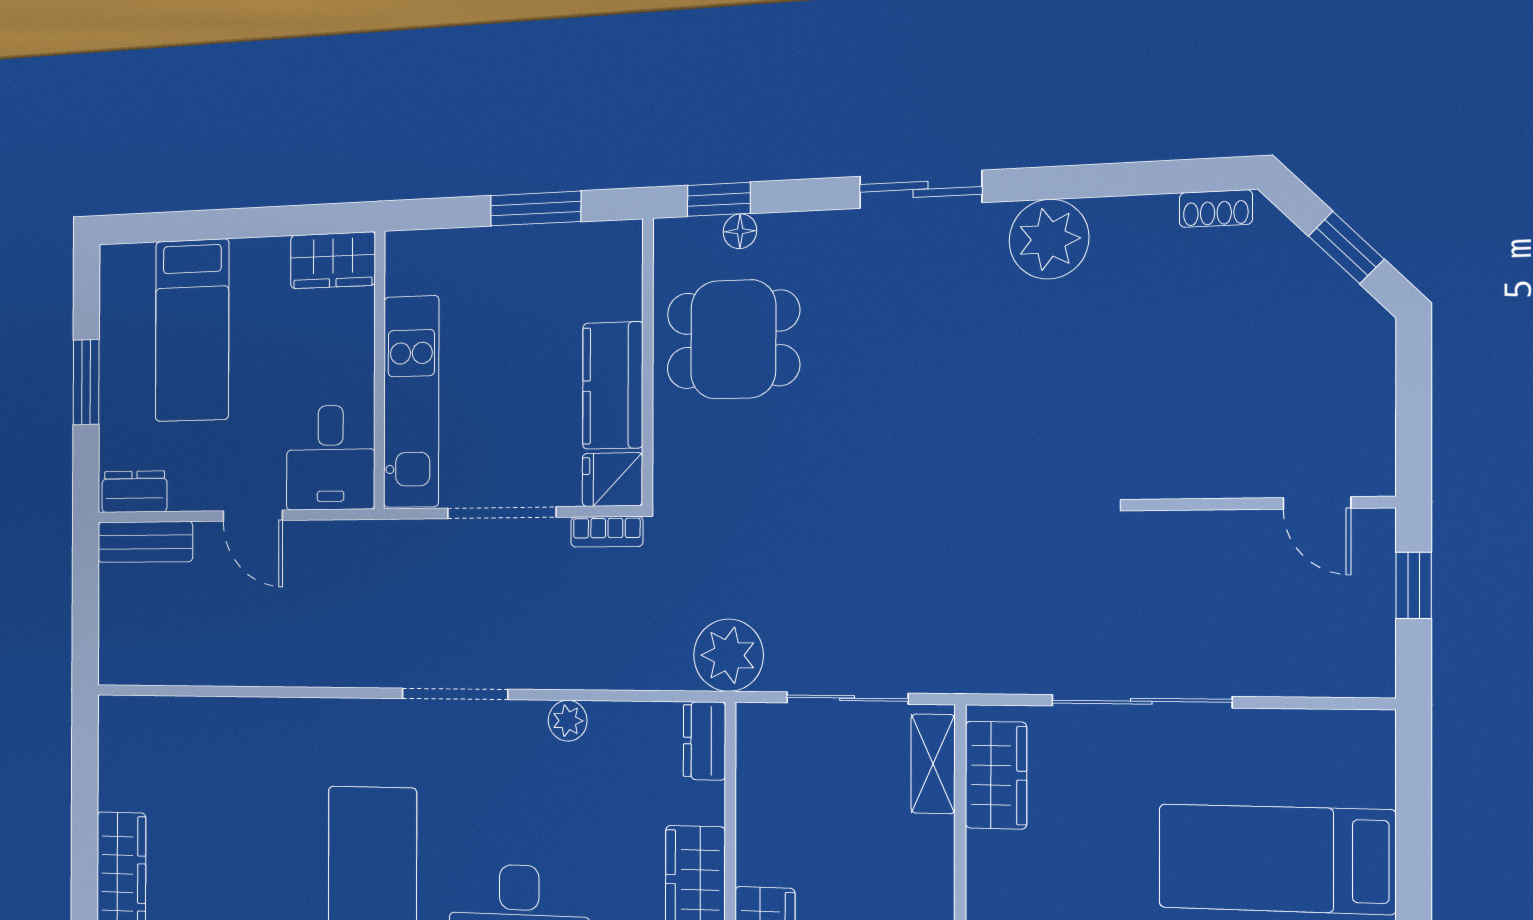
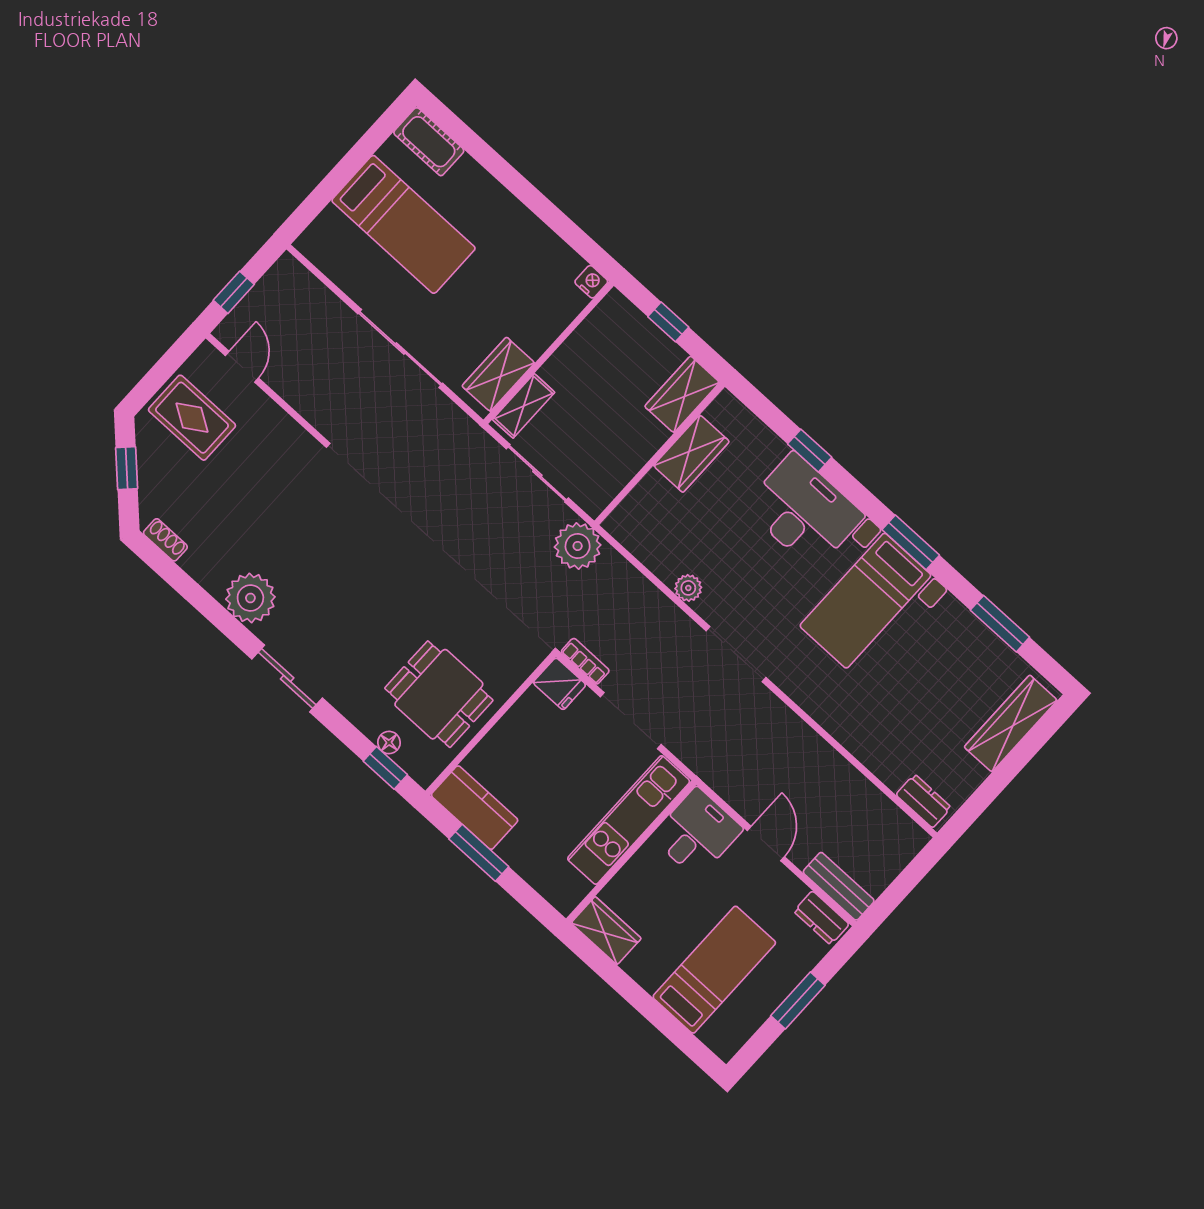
rug: (1321, 384) -> (192, 418), added
kitchen counter: (613, 385) -> (475, 808), moved, turned -90
dresser: (704, 741) -> (924, 801), moved, turned -90

